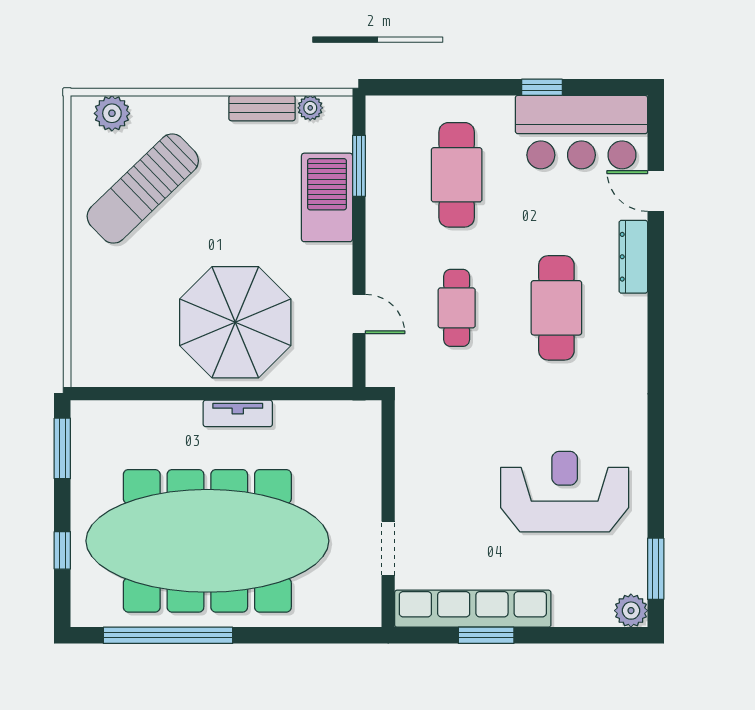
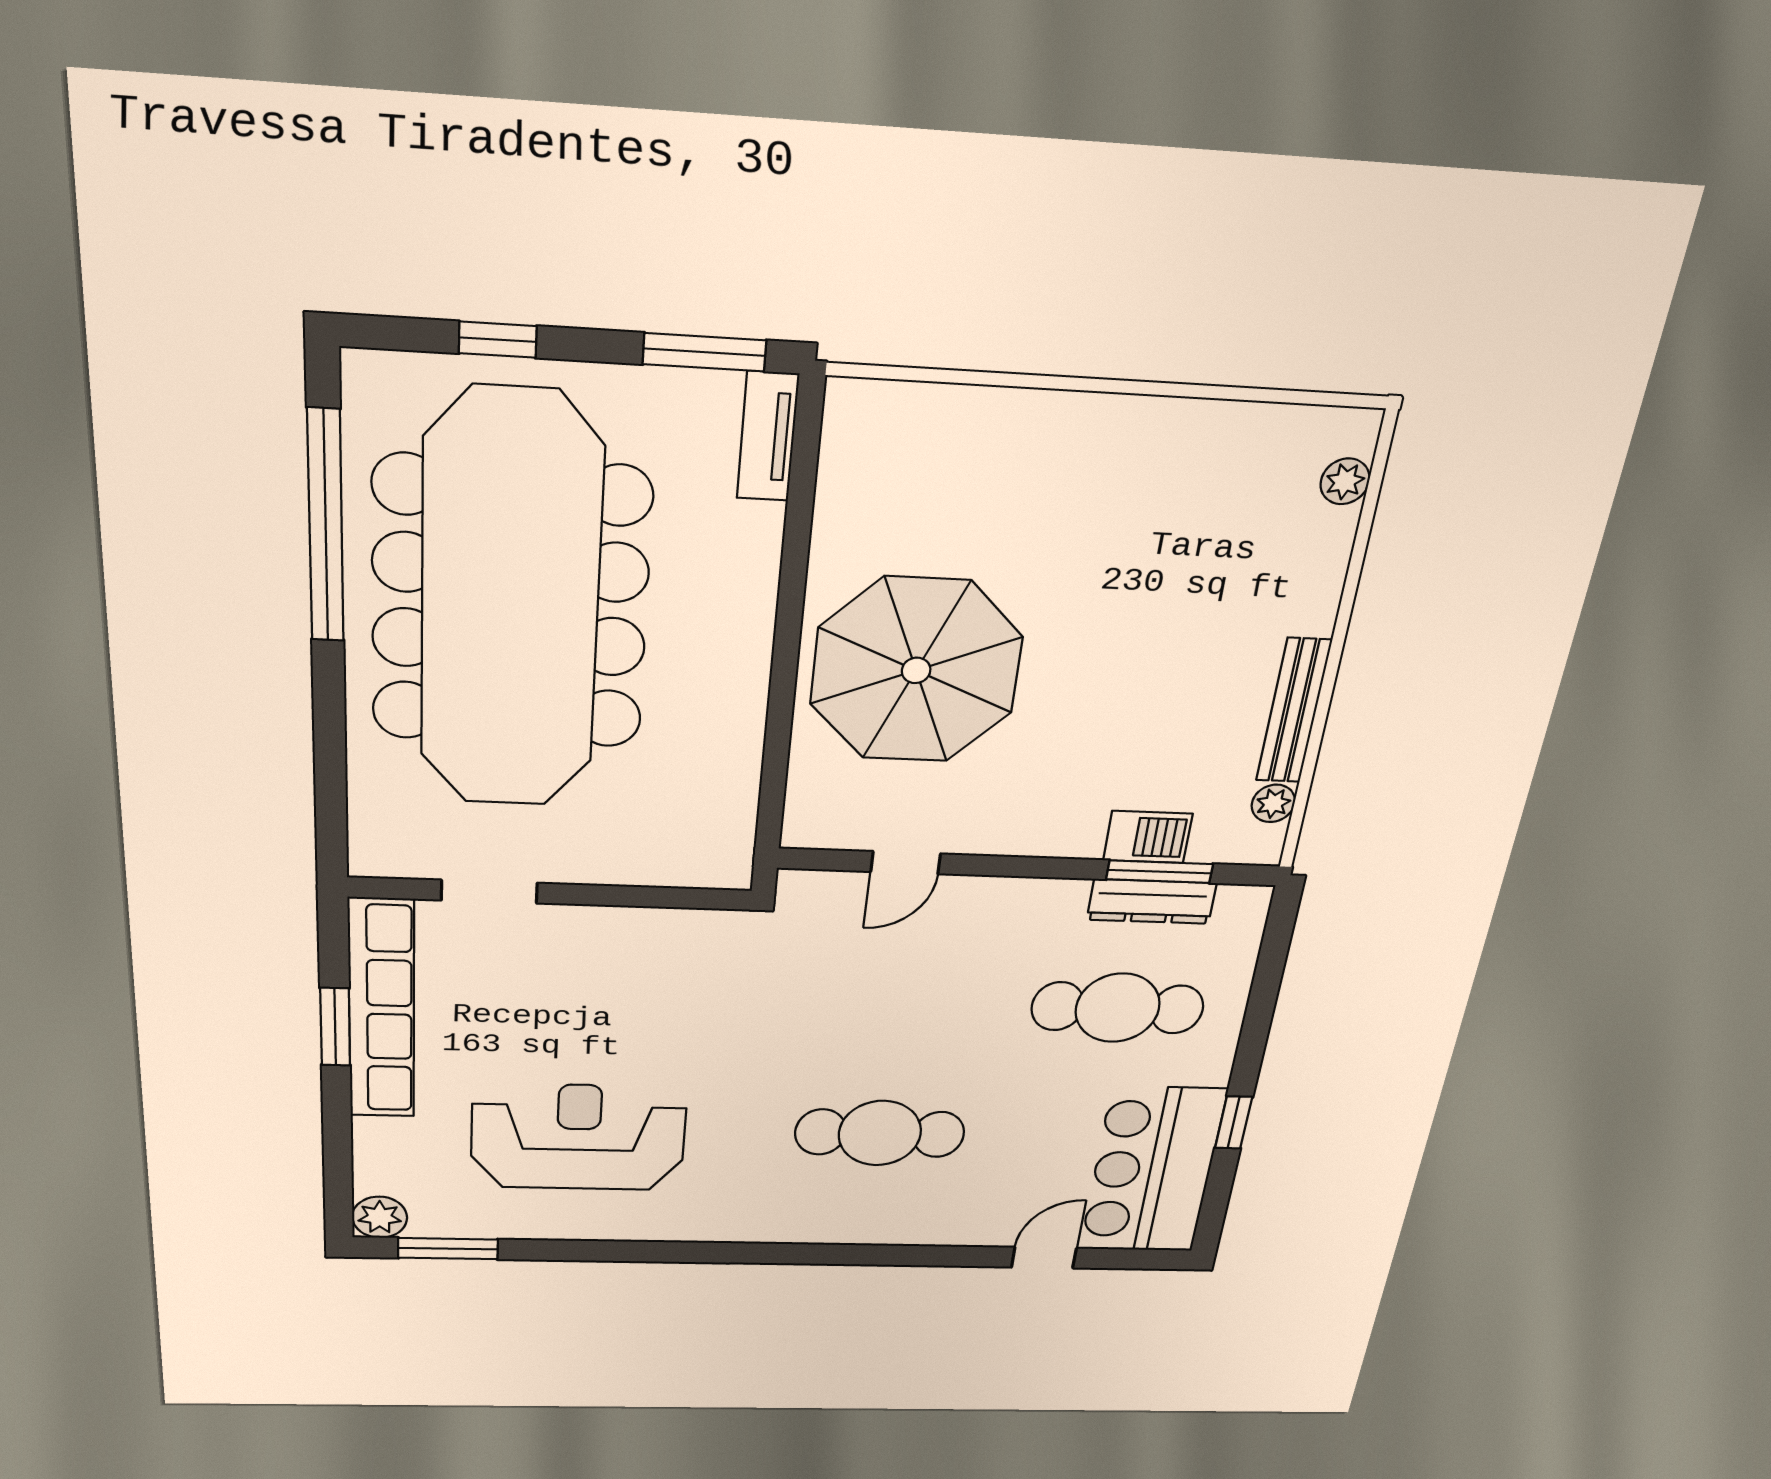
bench: (262, 108) -> (1294, 711), width x1.36
plant: (112, 113) -> (1345, 481), width x0.73, depth x0.73
sun lounger: (143, 189) -> (1186, 527), removed
barbecue: (327, 197) -> (1148, 837), width x0.53, depth x0.65
dresser: (633, 257) -> (1152, 901), moved, turned 180
cafe table: (457, 308) -> (898, 1002), removed
tv unit: (238, 413) -> (768, 436), moved
reception desk: (565, 492) -> (578, 1137), turned -90

